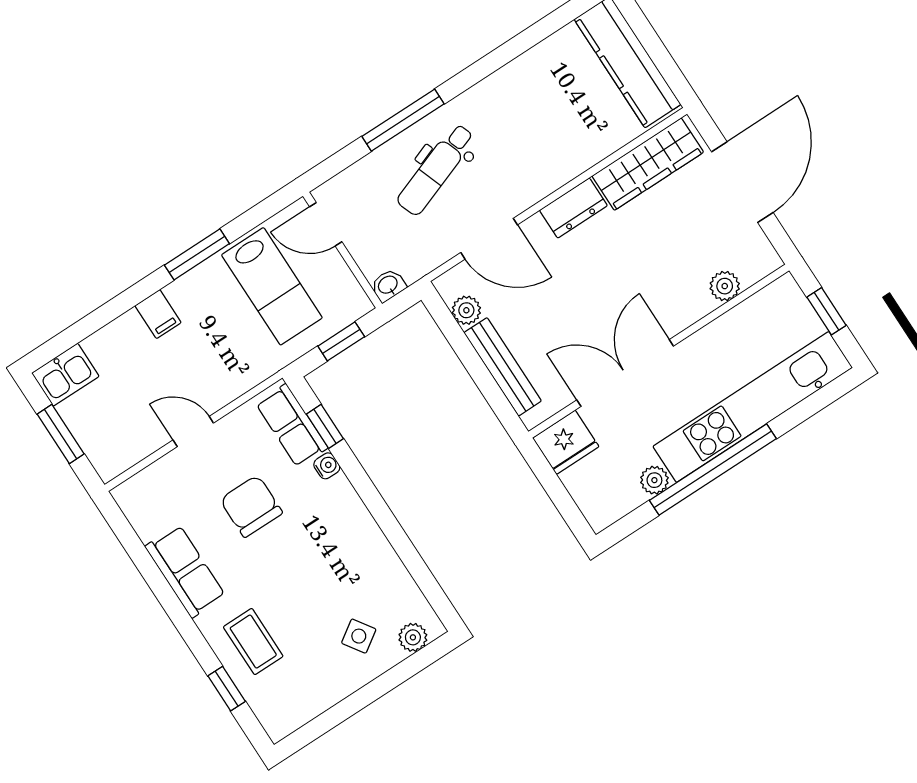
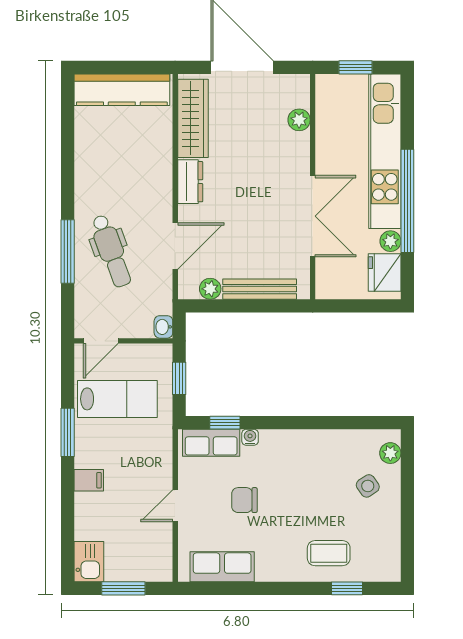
double door: (625, 373) -> (313, 216), swing flipped
fridge: (566, 442) -> (385, 272), moved, turned 180
chair: (251, 506) -> (244, 500), width x0.73, depth x0.73
row of seats: (185, 571) -> (222, 567), moved

